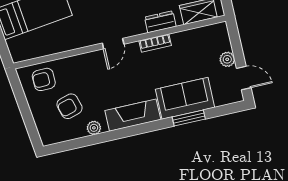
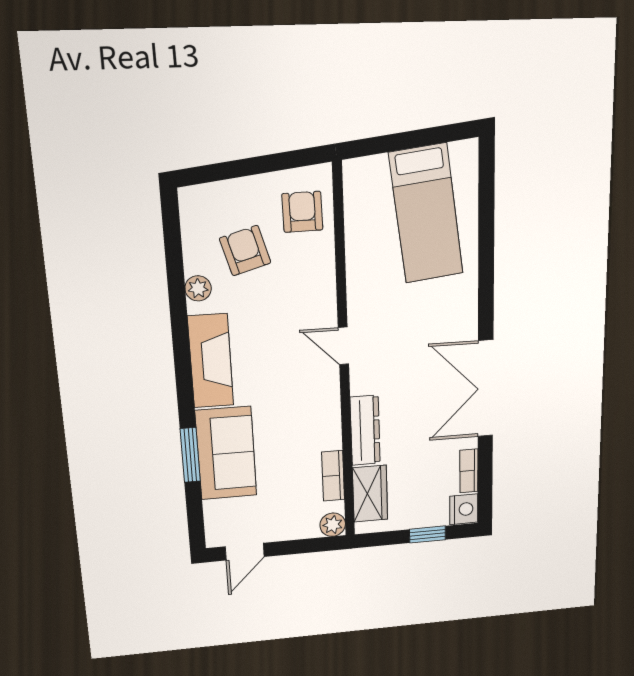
dresser: (160, 22) -> (365, 430), width x1.44
bookcase: (155, 43) -> (333, 476), moved
plant: (227, 59) -> (333, 525), moved

